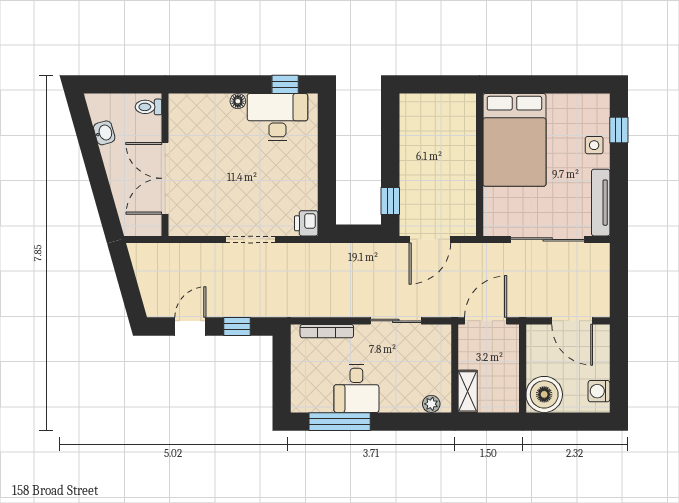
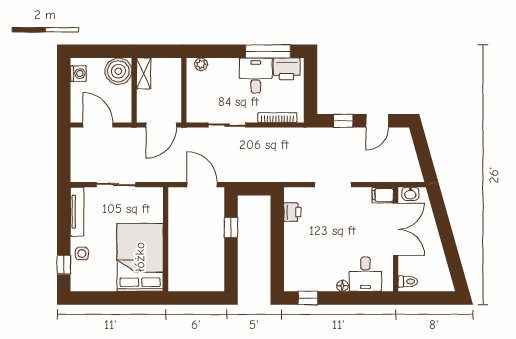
desk: (277, 117) -> (365, 274), moved, width x0.73
washbasin: (104, 133) -> (410, 194), moved, turned -74
window: (390, 201) -> (231, 228), moved
printer: (306, 223) -> (292, 212), moved
filing cabinet: (183, 225) -> (383, 195), added
door: (430, 239) -> (202, 185), hinge flipped
sliding door: (548, 239) -> (116, 185), width x0.73
shelving: (468, 391) -> (144, 73), moved
printer: (314, 398) -> (287, 69), added

